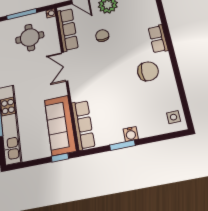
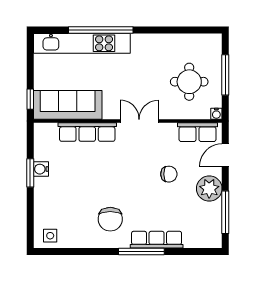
row of seats: (68, 30) -> (198, 132), width x0.68
row of seats: (158, 39) -> (157, 240), width x1.48
window: (169, 42) -> (141, 252), added
row of seats: (83, 125) -> (87, 132), moved
water cooler: (131, 134) -> (41, 169), moved

